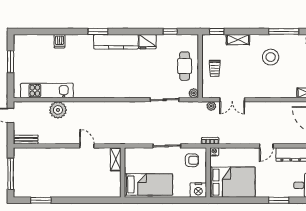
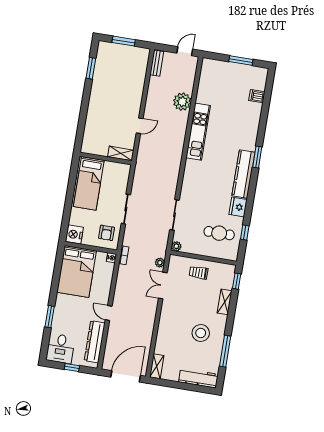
dishwasher: (59, 41) -> (257, 96), moved
cafe table: (185, 66) -> (219, 233), moved
kitchen unit: (47, 91) -> (198, 132), moved
window: (11, 174) -> (124, 41), width x0.69

